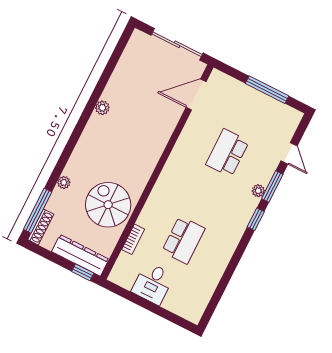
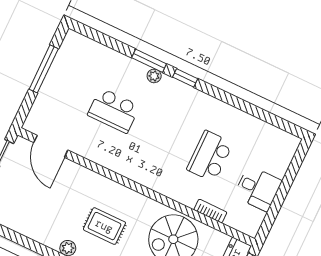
rug: (122, 142) -> (104, 226), added
door: (289, 153) -> (113, 43), removed
school desk: (183, 240) -> (210, 156), turned -90

